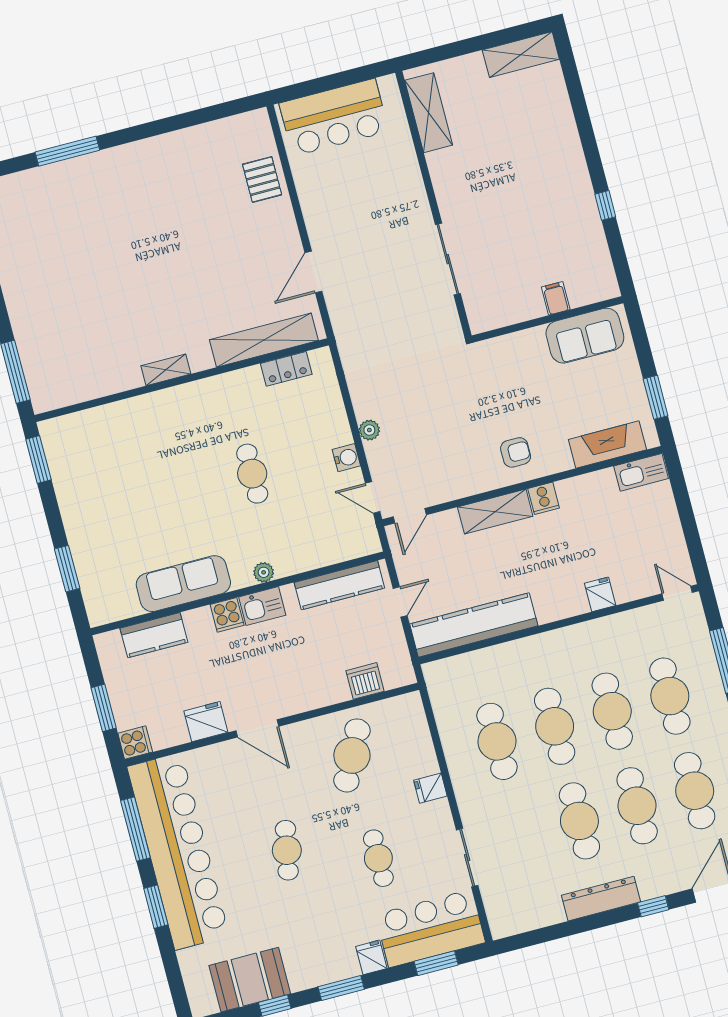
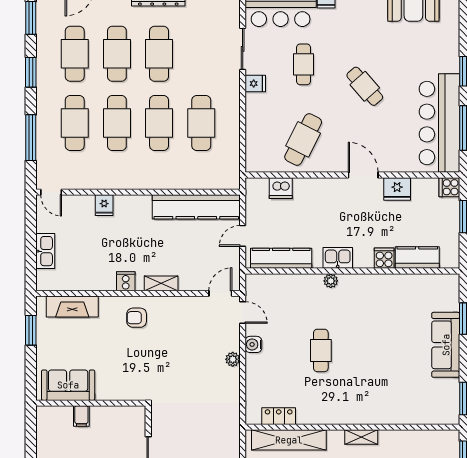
kitchen sink: (641, 472) -> (45, 251), moved, turned 90
shelving: (495, 512) -> (161, 283), width x0.67, depth x0.75
sofa: (183, 584) -> (446, 345), moved, turned 90
cooker: (227, 615) -> (384, 258), moved
fridge: (430, 788) -> (255, 83), moved
cafe table: (287, 850) -> (365, 86), turned -52
bar counter: (178, 851) -> (439, 123), width x0.73

